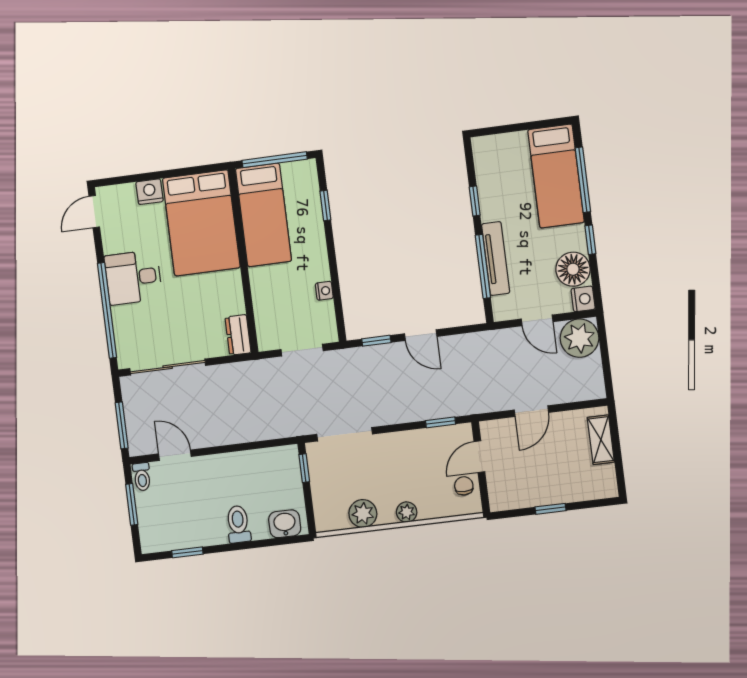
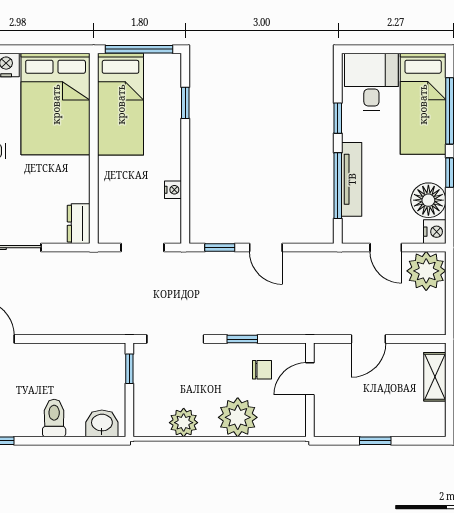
desk: (503, 162) -> (371, 82), added
window: (441, 422) -> (242, 339), moved
chair: (464, 486) -> (262, 370), moved, turned 90
plant: (407, 512) -> (238, 417), width x1.88, depth x1.88

